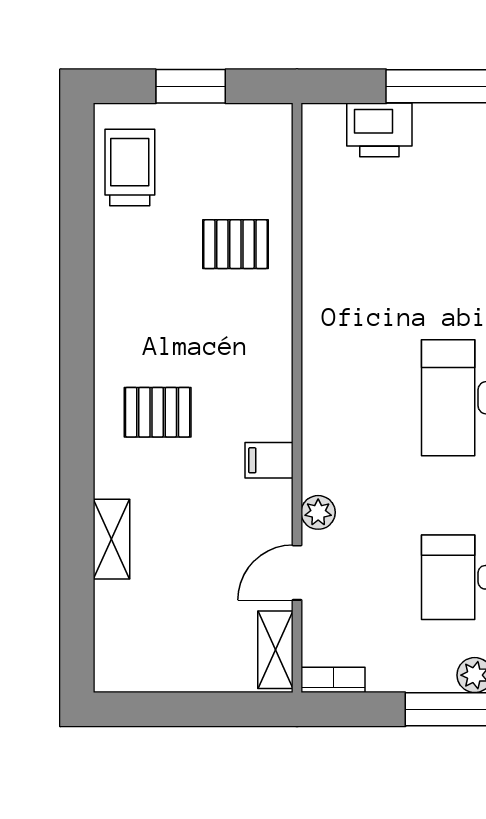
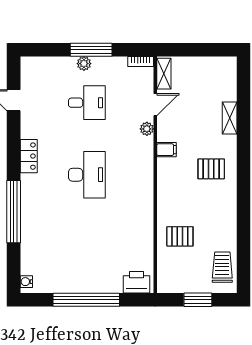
printer: (379, 130) -> (137, 282), moved
trolley: (130, 167) -> (222, 267), turned 180

